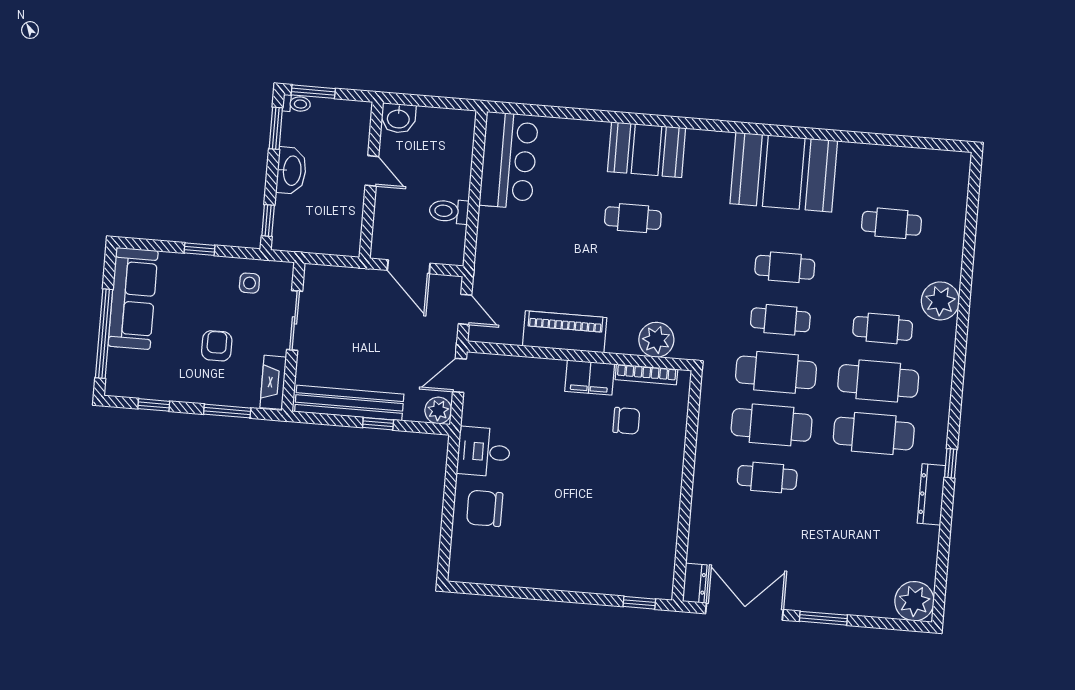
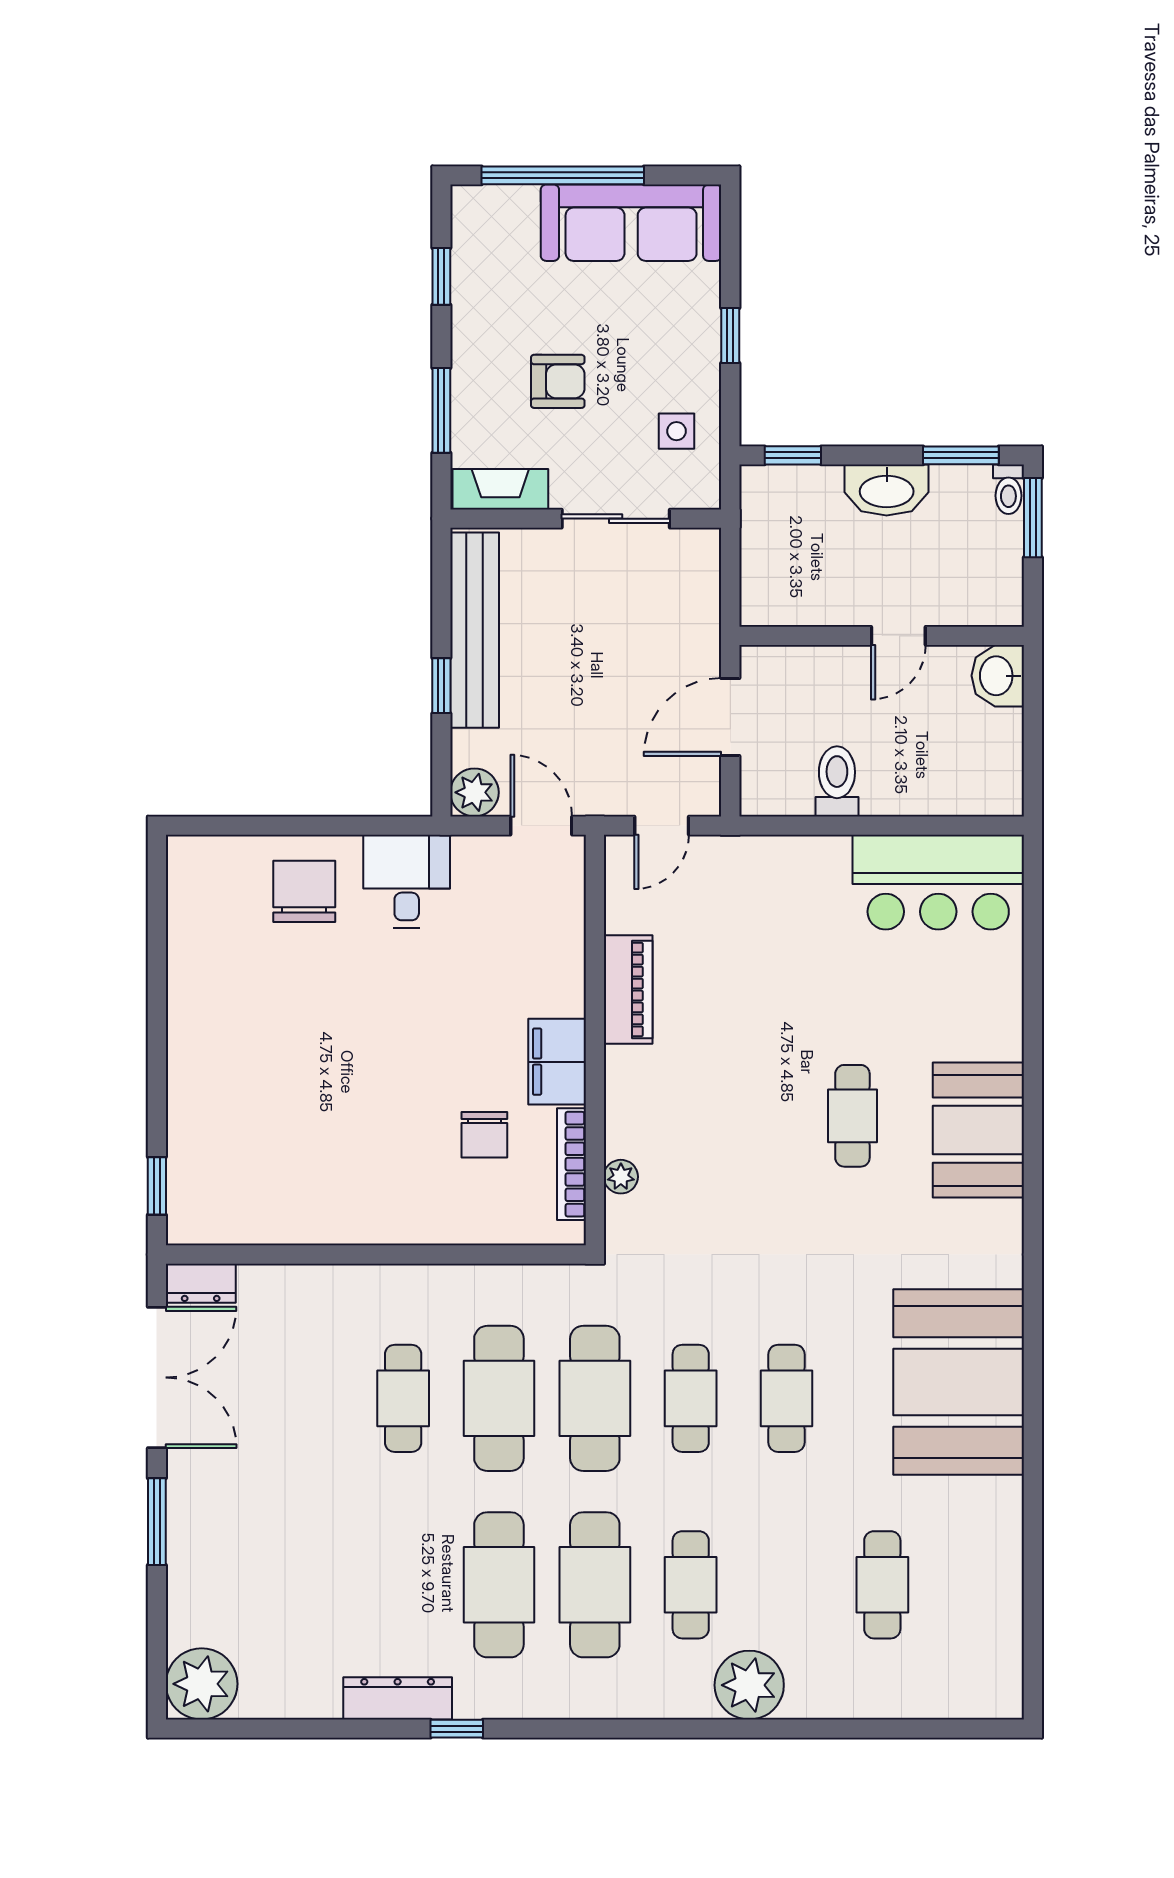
piano: (565, 332) -> (628, 990), width x0.73, depth x0.75
plant: (656, 340) -> (621, 1177), width x0.53, depth x0.53

